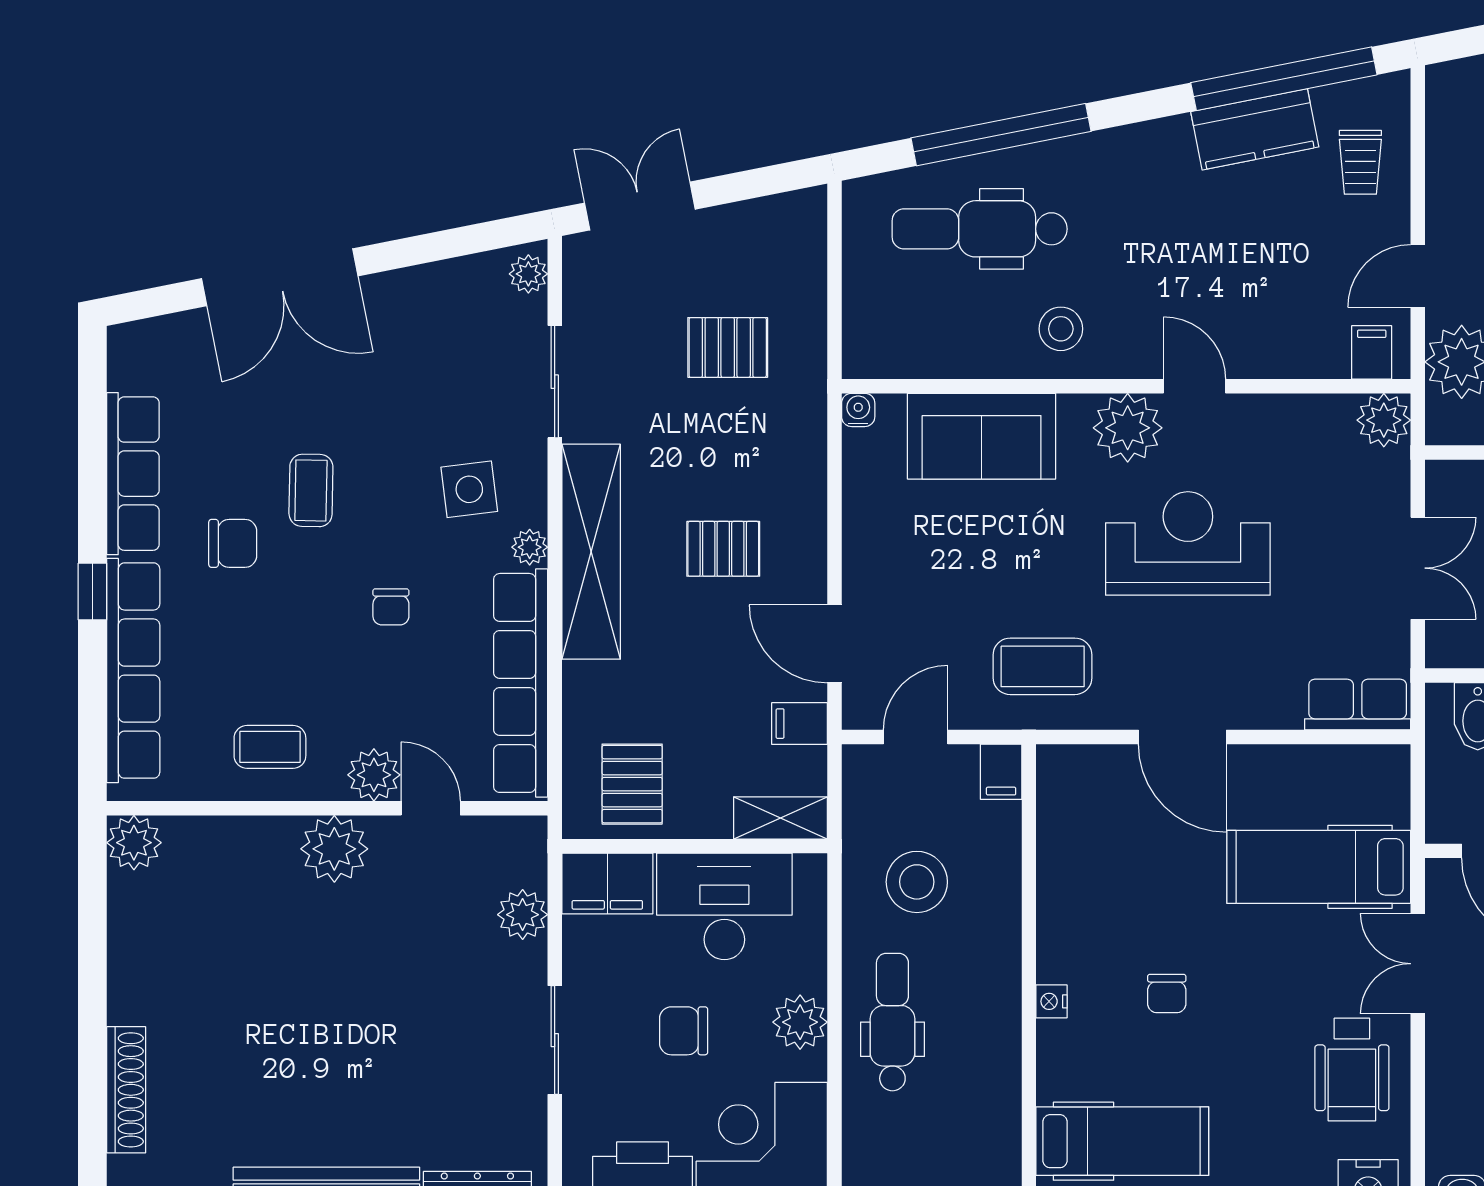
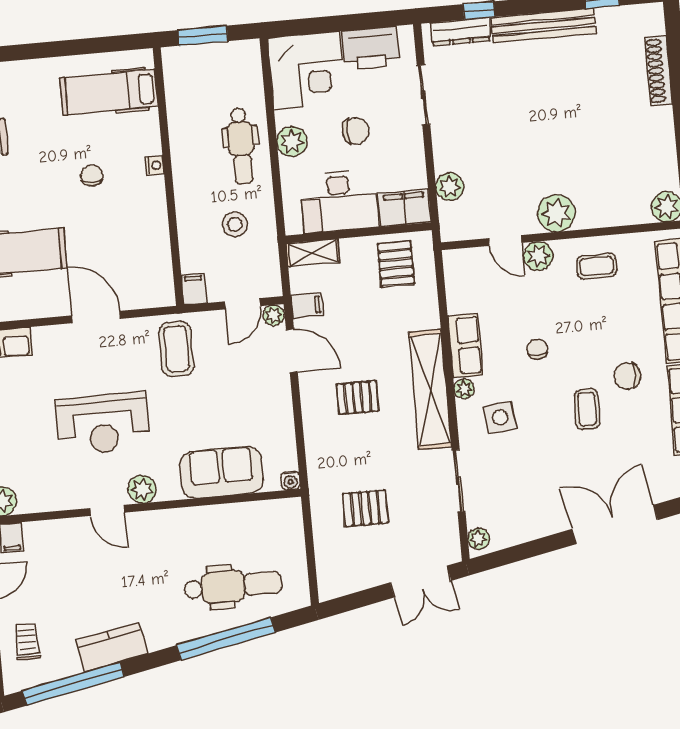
kitchen counter: (1255, 129) -> (112, 647), moved
stool: (1061, 329) -> (183, 535), removed
plant: (1128, 428) -> (142, 489), width x0.73, depth x0.73
coffee table: (1043, 666) -> (176, 349), turned 90
row of seats: (521, 683) -> (465, 345), width x0.50
plant: (862, 711) -> (274, 315), added
stool: (917, 882) -> (235, 224), width x0.73, depth x0.73
sliding door: (555, 1040) -> (423, 95), moved

